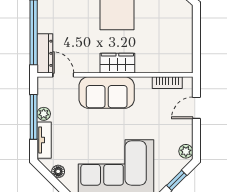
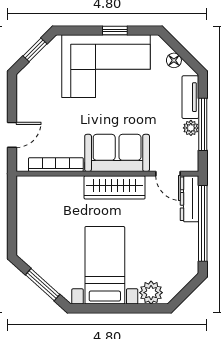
wardrobe: (117, 63) -> (115, 187), width x1.50
bookcase: (167, 83) -> (56, 165), width x1.56
plant: (186, 151) -> (24, 84), removed

